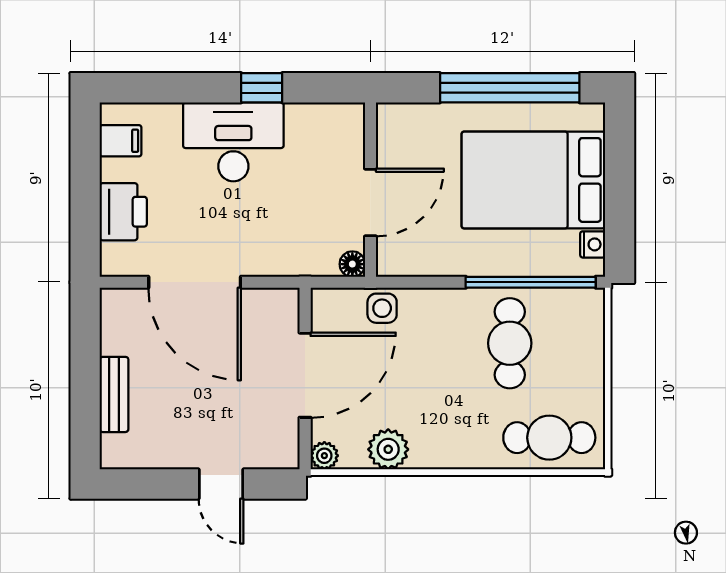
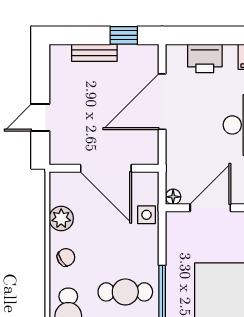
door: (370, 202) -> (210, 208), swing flipped
window: (85, 346) -> (124, 35), added
chair: (452, 441) -> (66, 257), added
plant: (324, 456) -> (57, 180), removed

